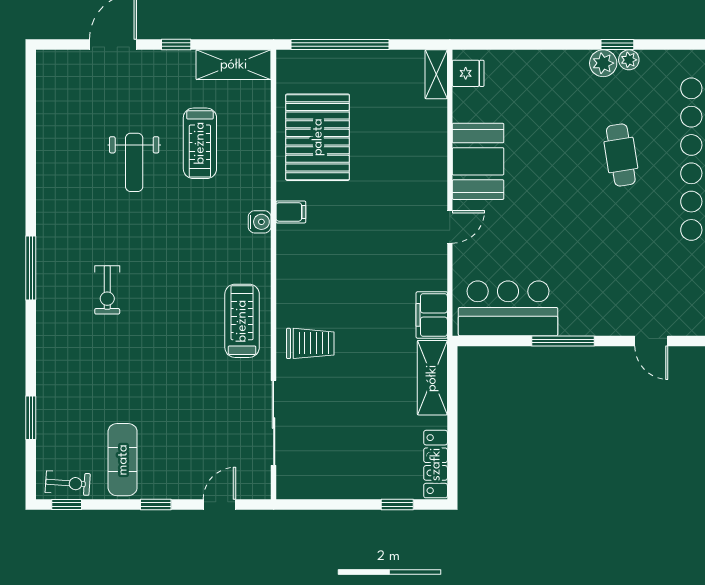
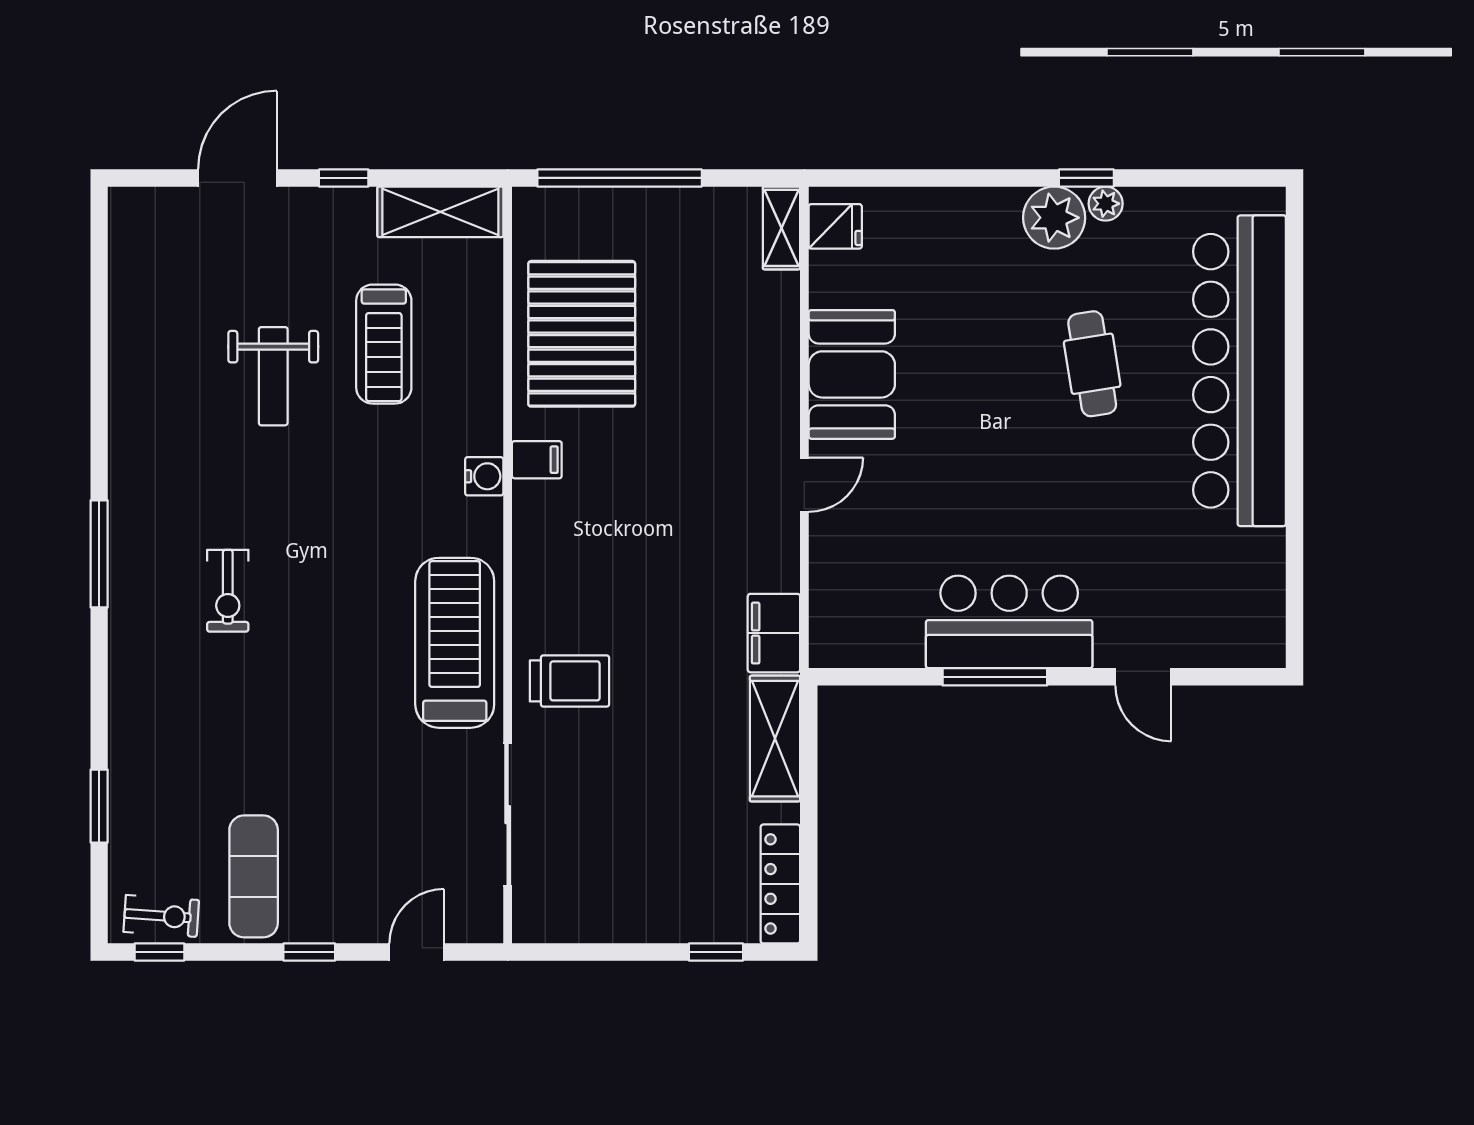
plant: (603, 63) -> (1054, 218), width x1.36, depth x1.36
bar counter: (508, 308) -> (1009, 622), moved
treadmill: (242, 321) -> (455, 643), width x1.37, depth x1.38

